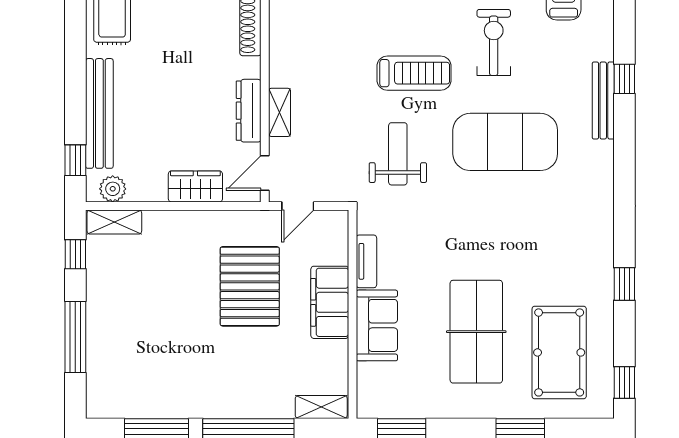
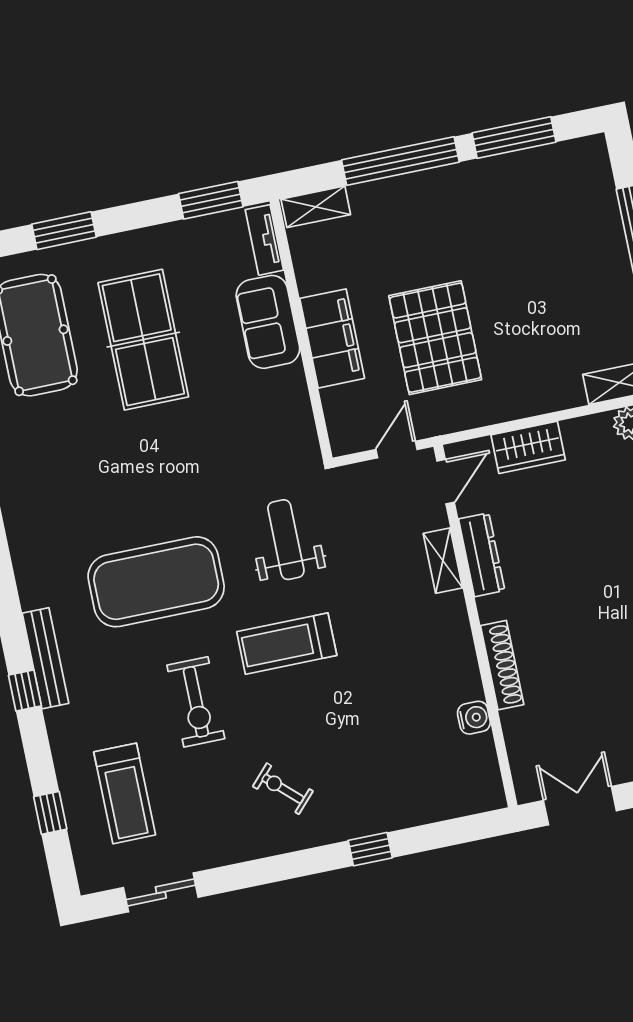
weight bench: (398, 154) -> (286, 540), turned 180
tv unit: (366, 261) -> (264, 240), moved

